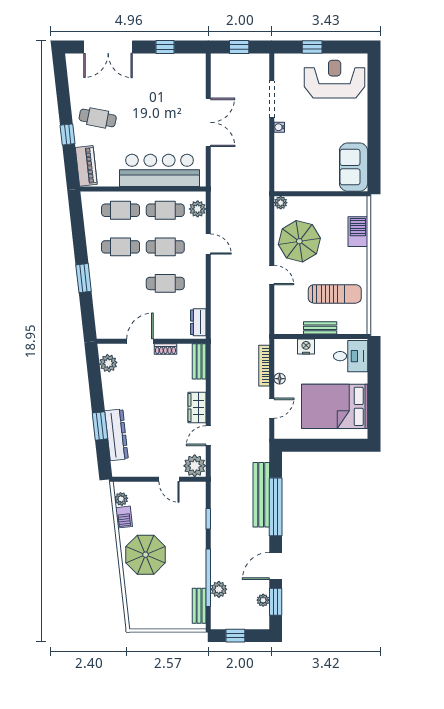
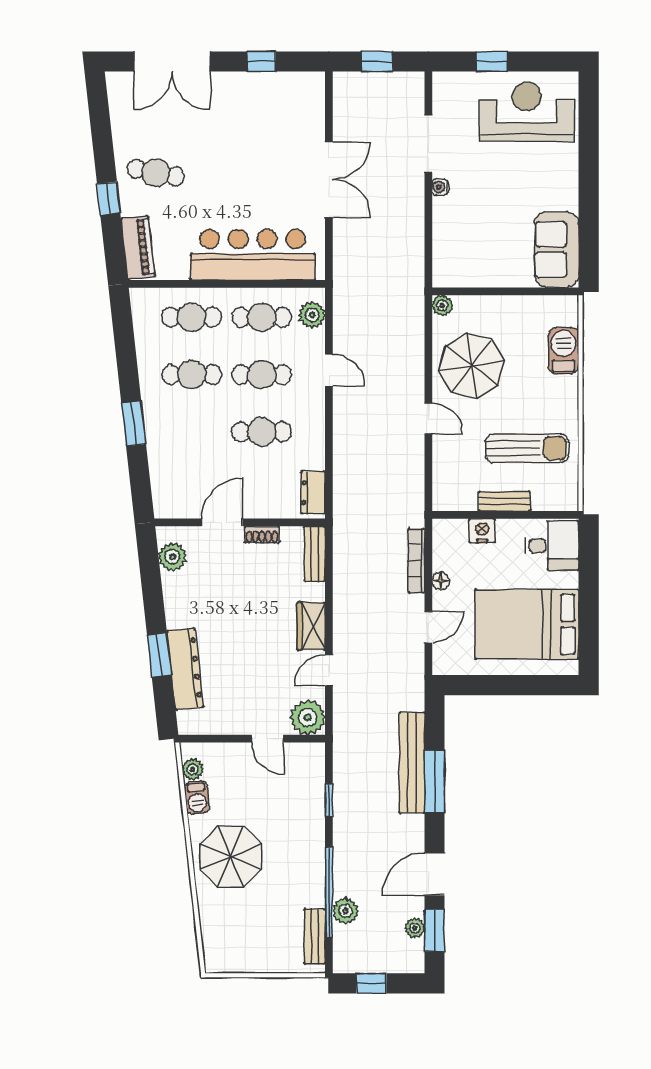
window: (276, 507) -> (435, 782), width x0.68

